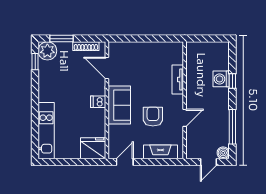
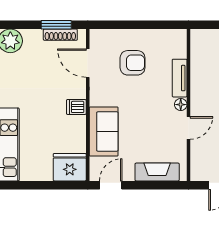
window: (62, 39) -> (56, 25), moved
floor lamp: (179, 100) -> (181, 105), added
sofa: (119, 105) -> (104, 131), moved
armchair: (153, 117) -> (133, 63), moved, turned 90

